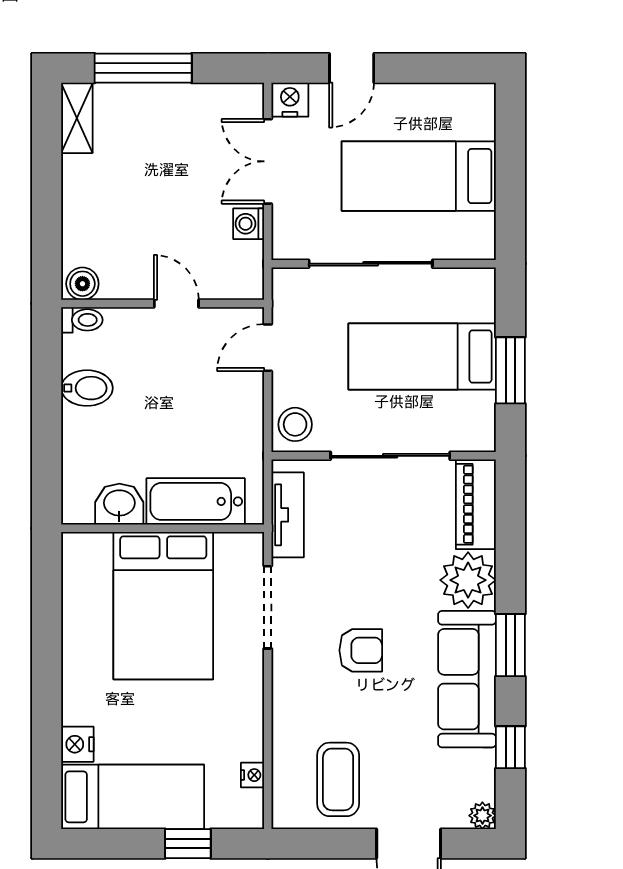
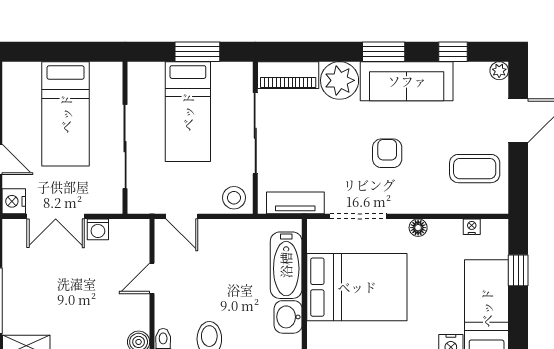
floor lamp: (251, 696) -> (418, 228), added

